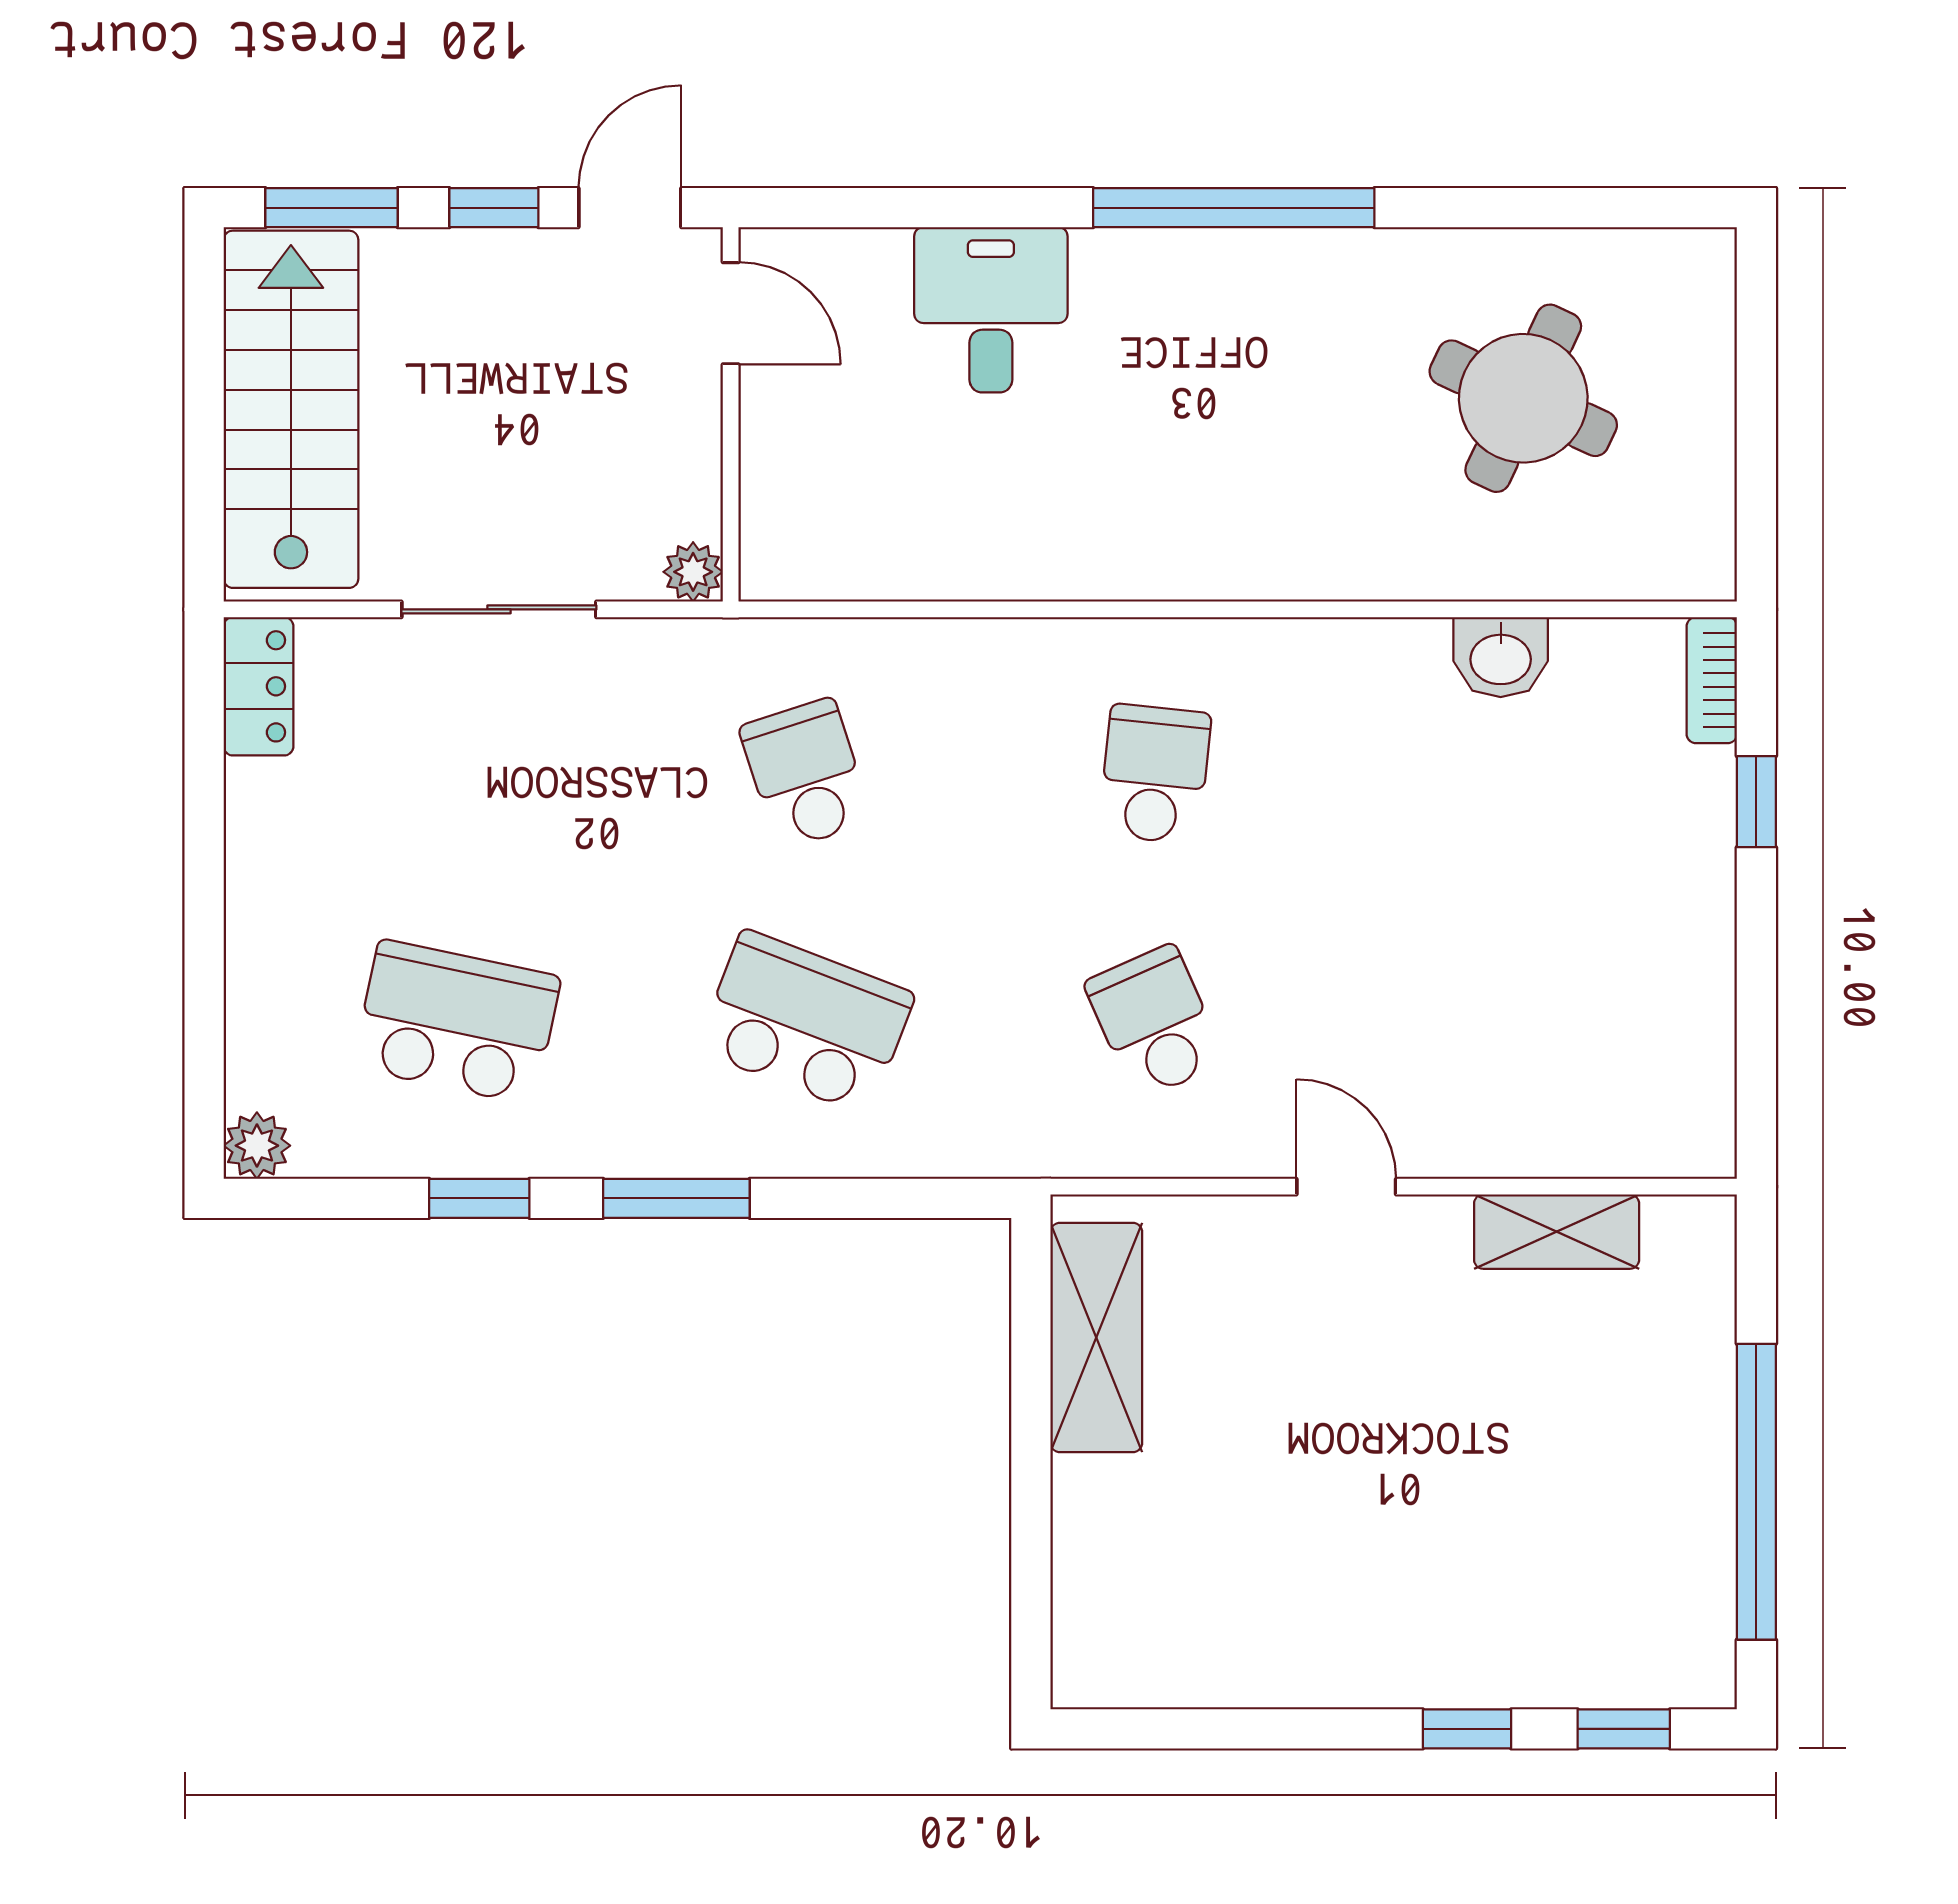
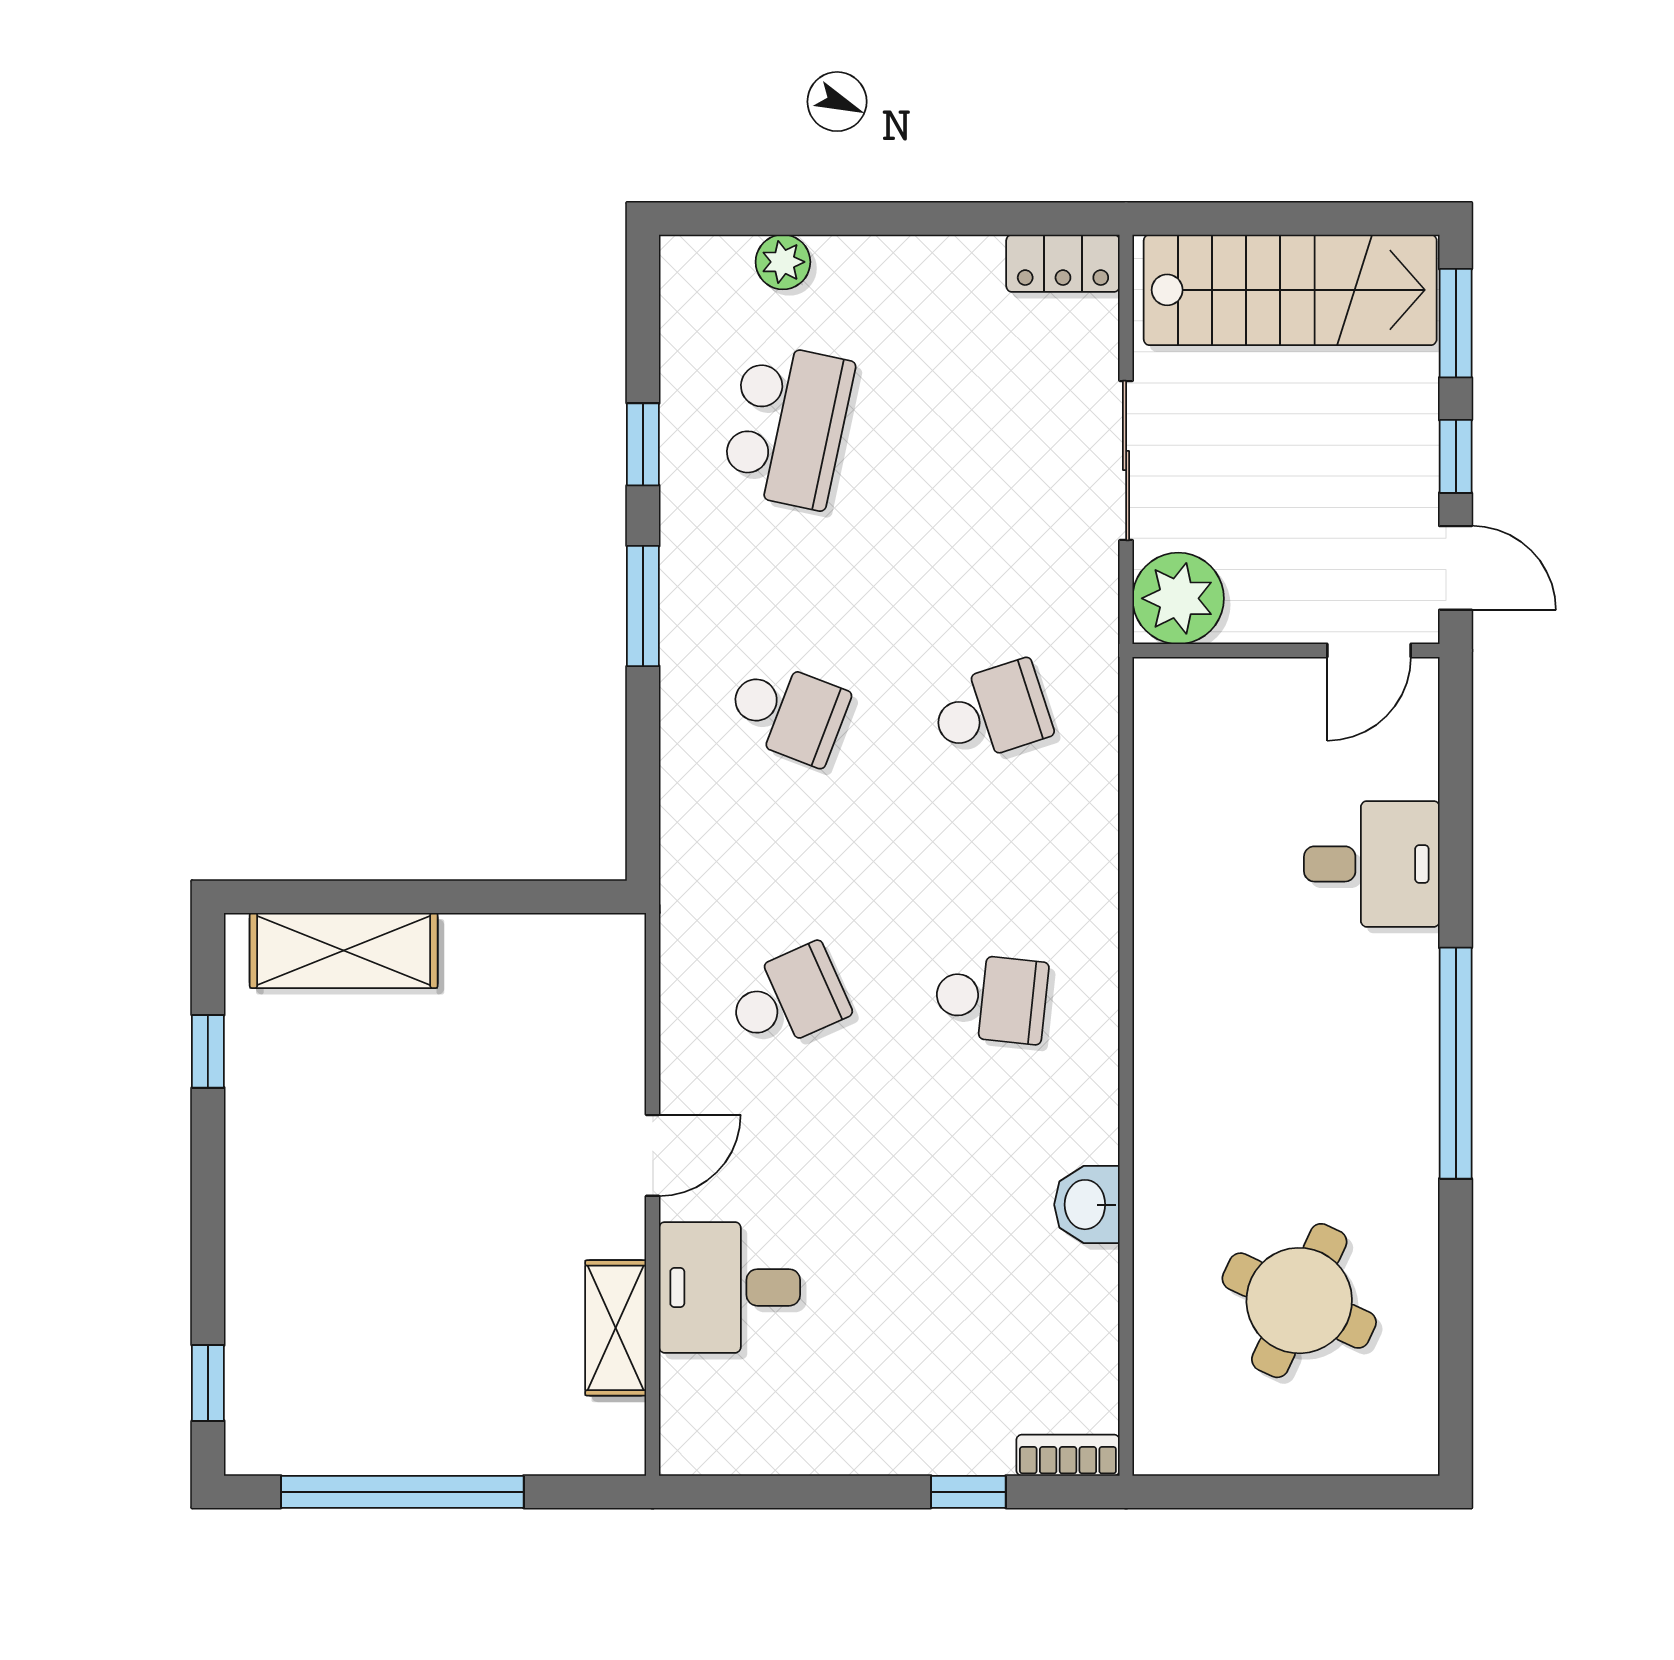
plant: (693, 572) -> (1178, 598), width x1.87, depth x1.87
washbasin: (1501, 657) -> (1087, 1205), moved
school desk: (806, 1022) -> (788, 712), width x0.54
desk: (1507, 1093) -> (730, 1287), added
plant: (257, 1146) -> (783, 262), moved
shelving: (1096, 1338) -> (344, 950), moved
window: (1467, 1729) -> (208, 1051), moved

